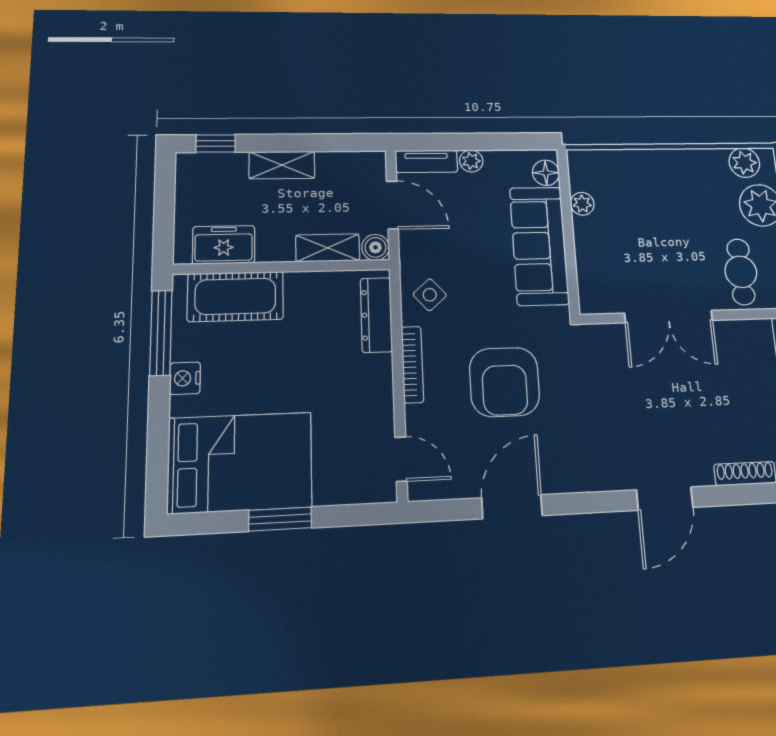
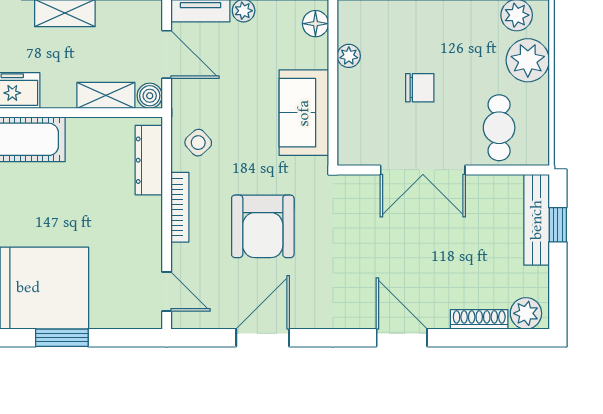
chair: (657, 234) -> (420, 88), added
sofa: (539, 246) -> (304, 113), width x0.73
door: (665, 499) -> (402, 338), swing flipped

